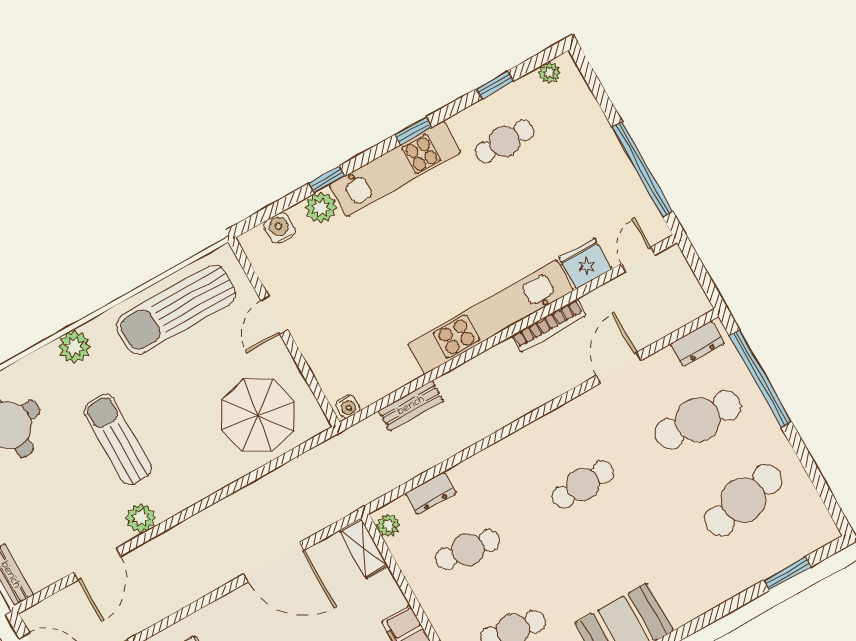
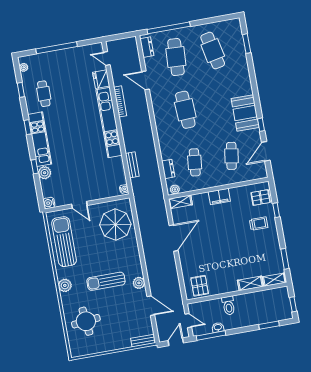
window: (642, 169) -> (57, 48), moved
water cooler: (280, 228) -> (49, 203), moved
sun lounger: (176, 309) -> (64, 242), turned 180
cafe table: (583, 485) -> (185, 110), width x1.37, depth x1.35

